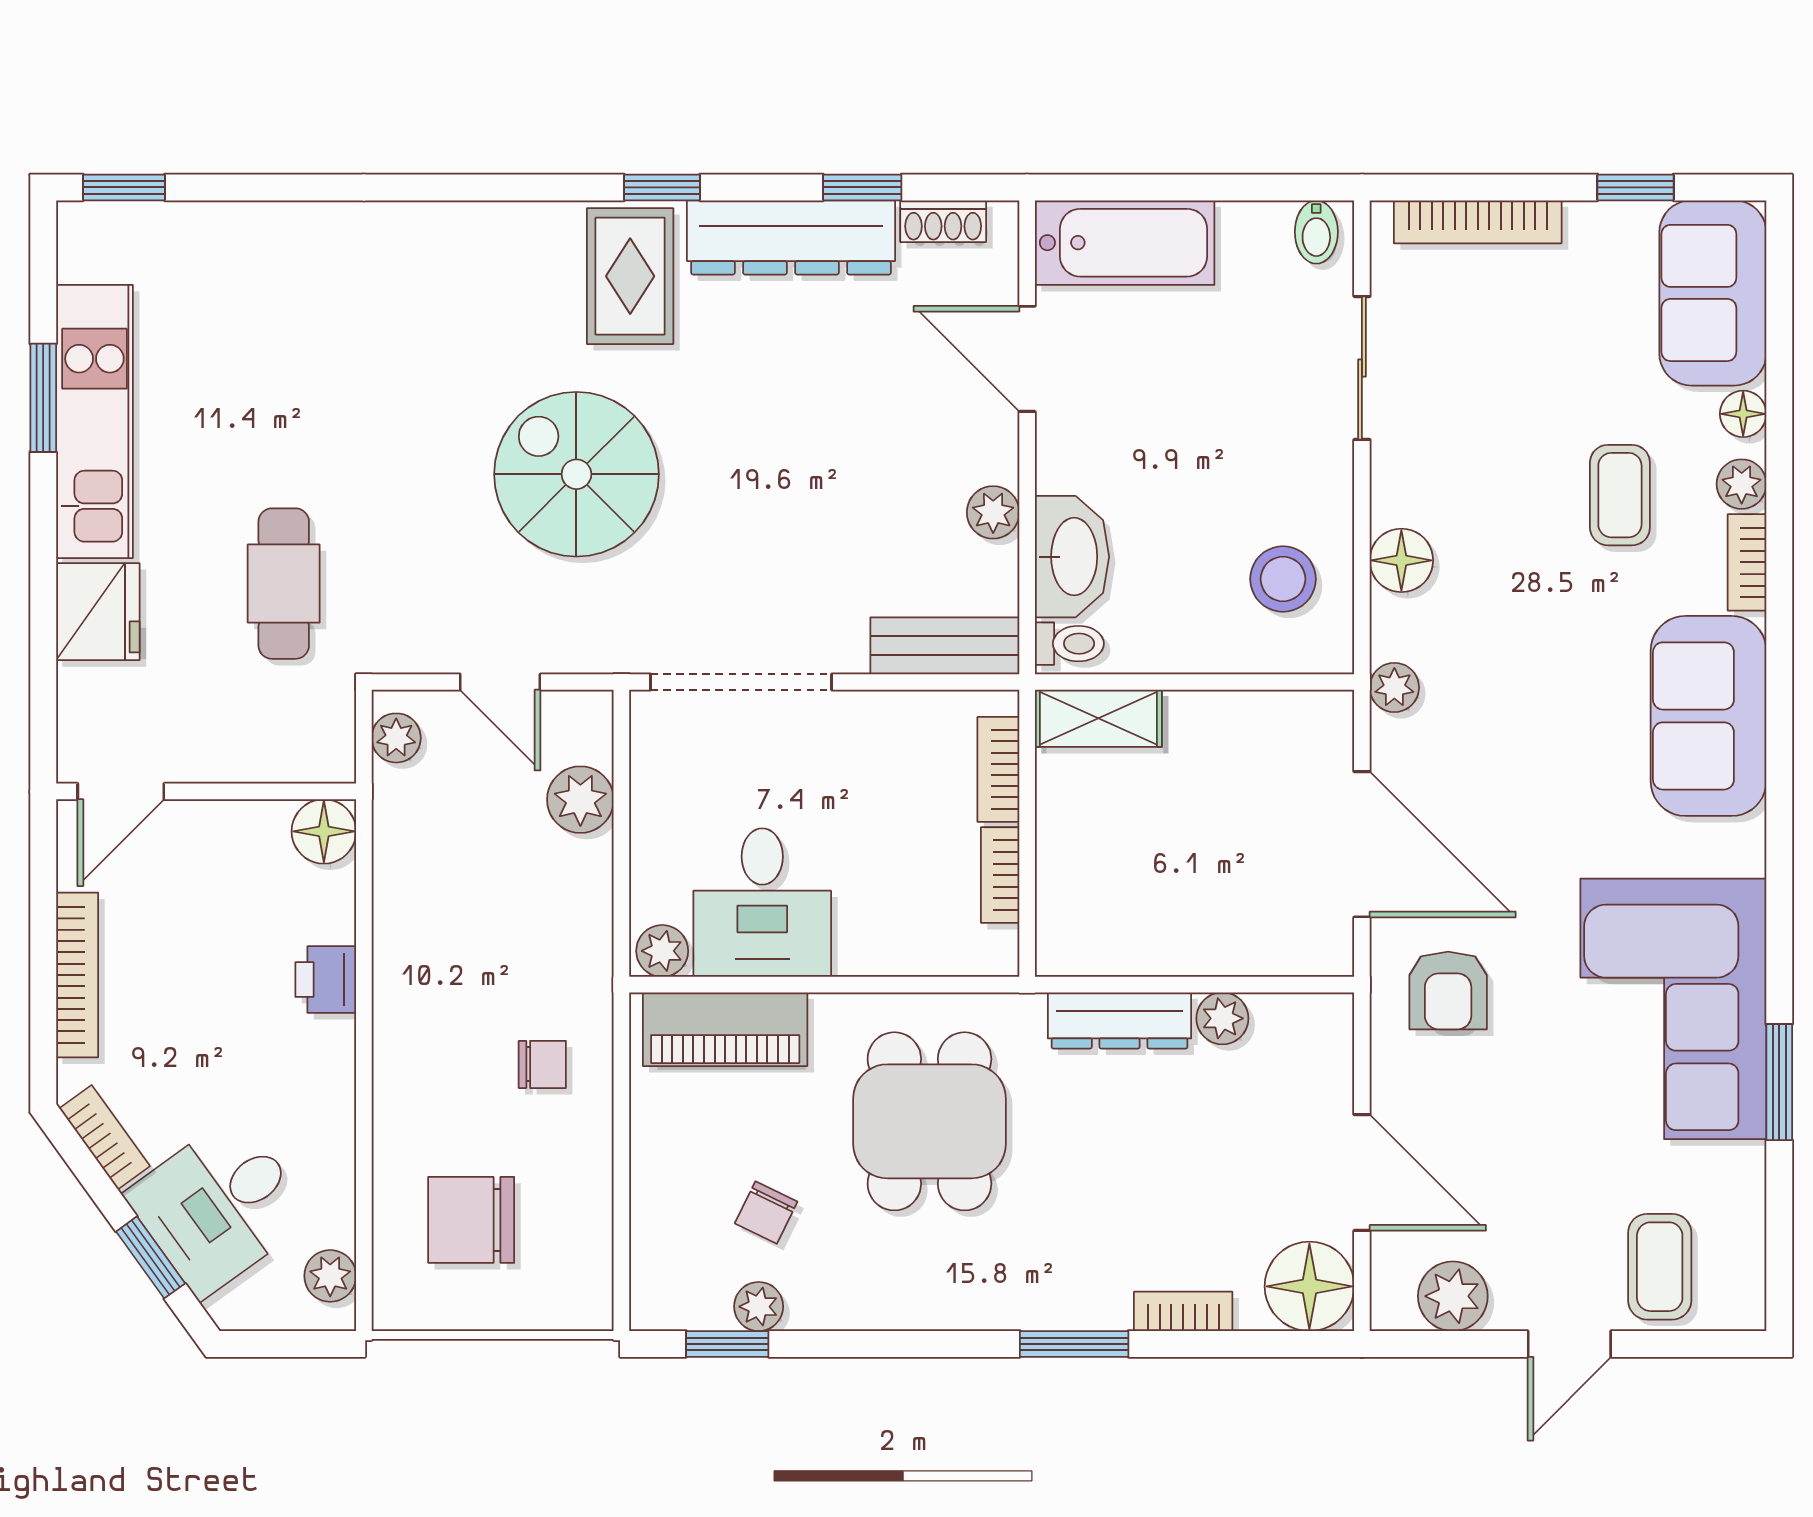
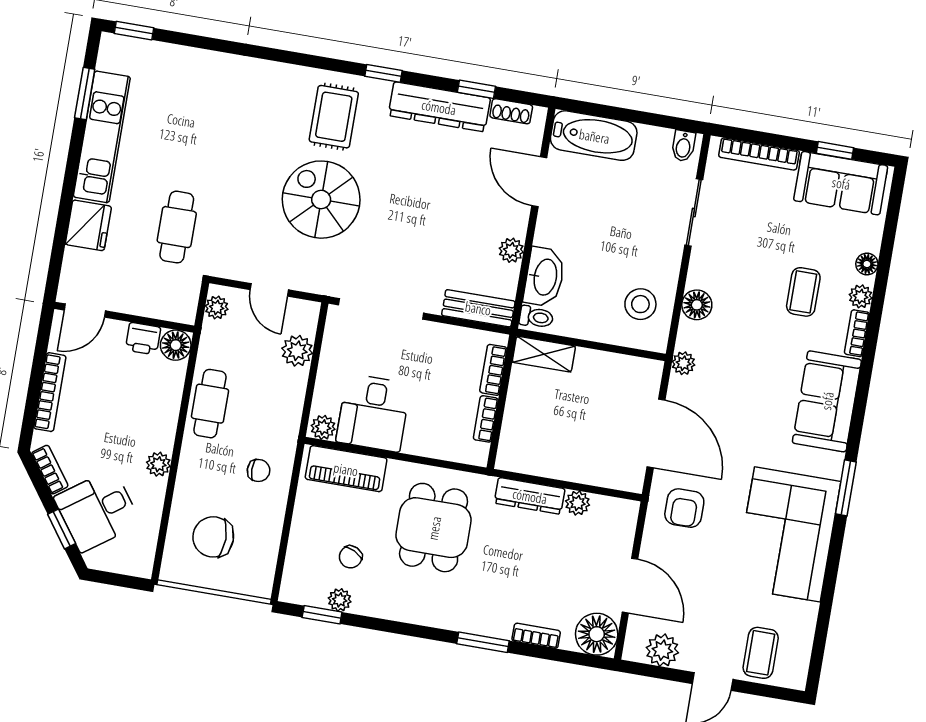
rug: (630, 276) -> (334, 117), moved
sofa: (1713, 293) -> (841, 183), moved, turned -90
window: (43, 398) -> (85, 93), moved
cafe table: (417, 942) -> (210, 404), added
printer: (326, 980) -> (143, 339), moved, turned -90
window: (1779, 1082) -> (846, 488), moved
plant: (330, 1276) -> (158, 464), moved

